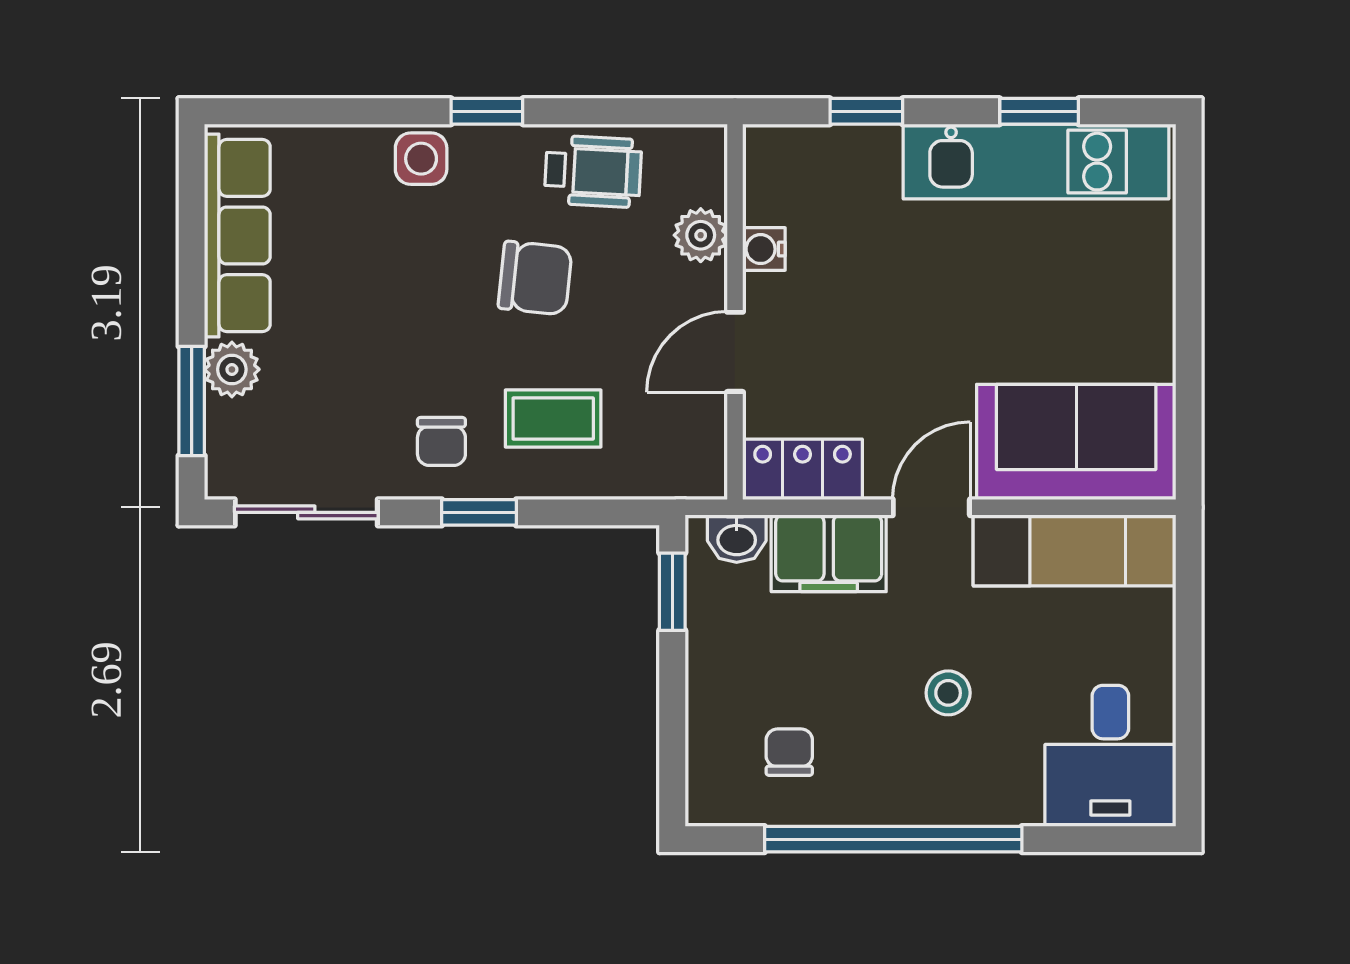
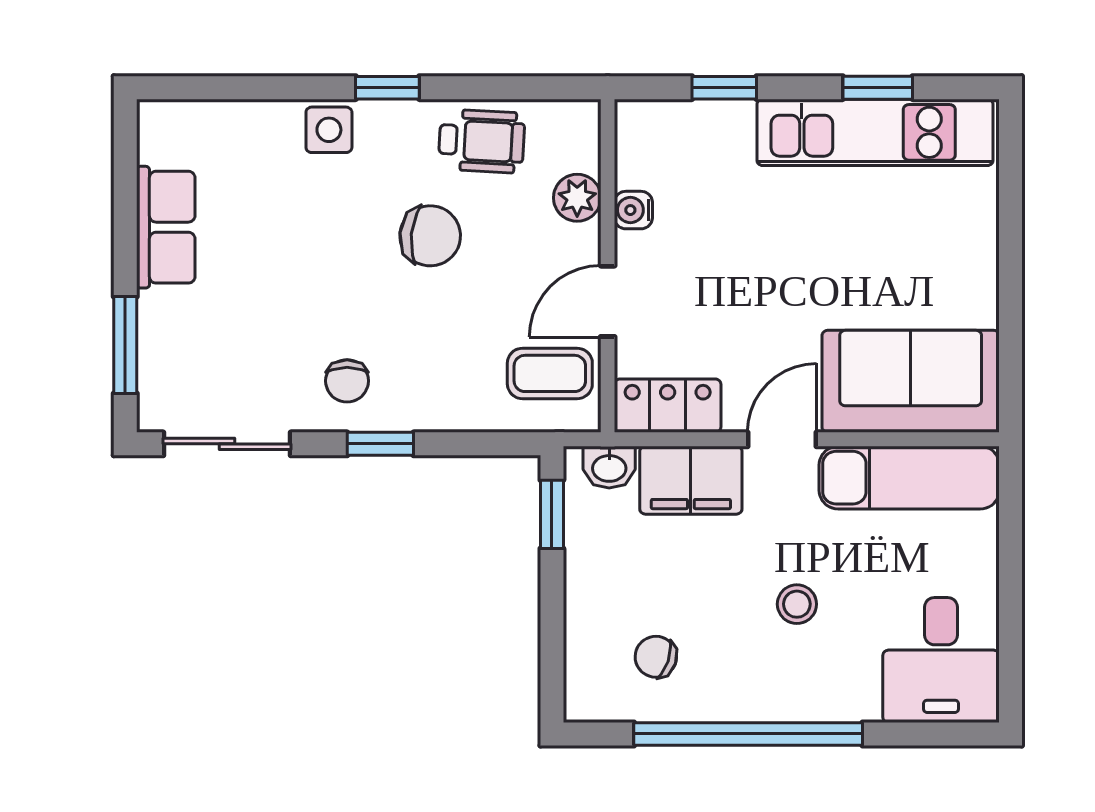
row of seats: (237, 235) -> (166, 227), width x0.68
plant: (232, 369) -> (161, 317), removed
coffee table: (553, 418) -> (550, 373), moved
chair: (789, 752) -> (656, 657), turned -71

